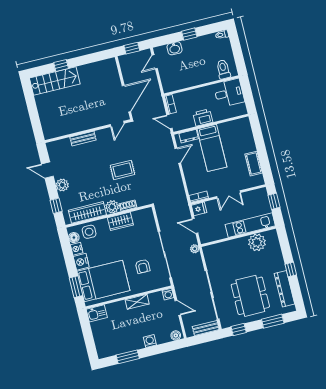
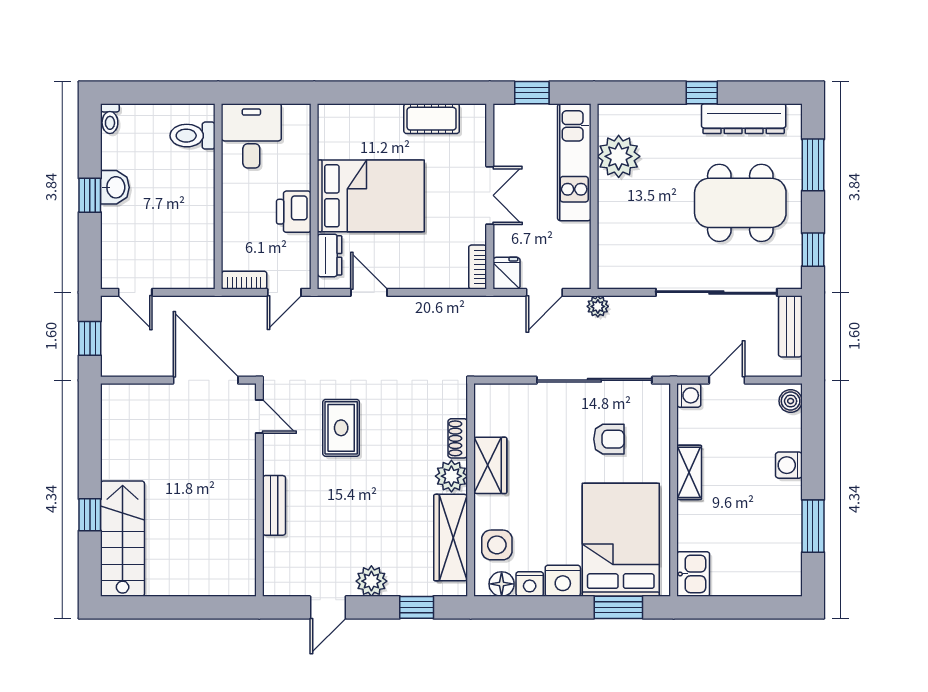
washbasin: (175, 48) -> (115, 187), moved
bed: (212, 148) -> (371, 196), width x1.50
rug: (123, 170) -> (341, 428), moved

